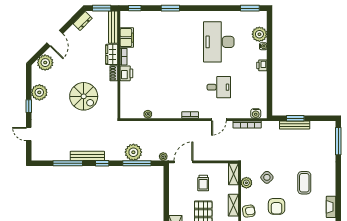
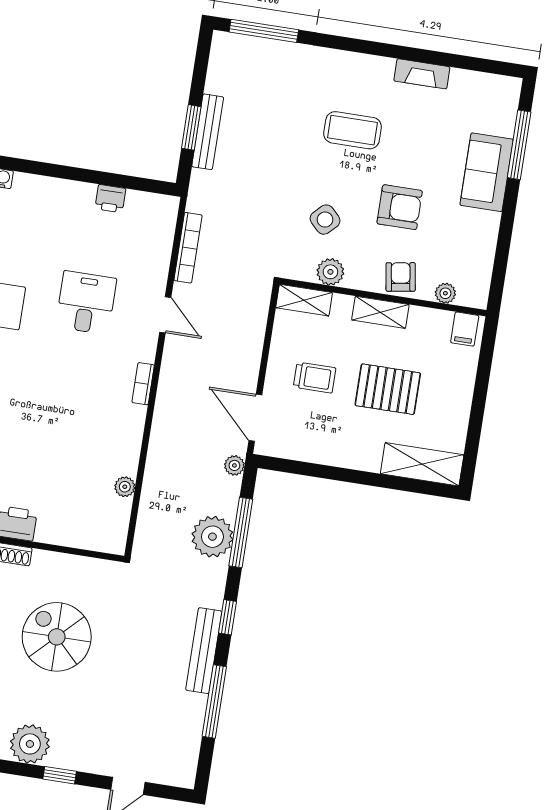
printer: (262, 65) -> (110, 199), moved
spiral stairs: (84, 96) -> (57, 637), turned -90
water cooler: (256, 113) -> (164, 223), removed

